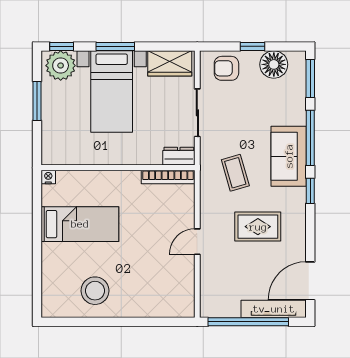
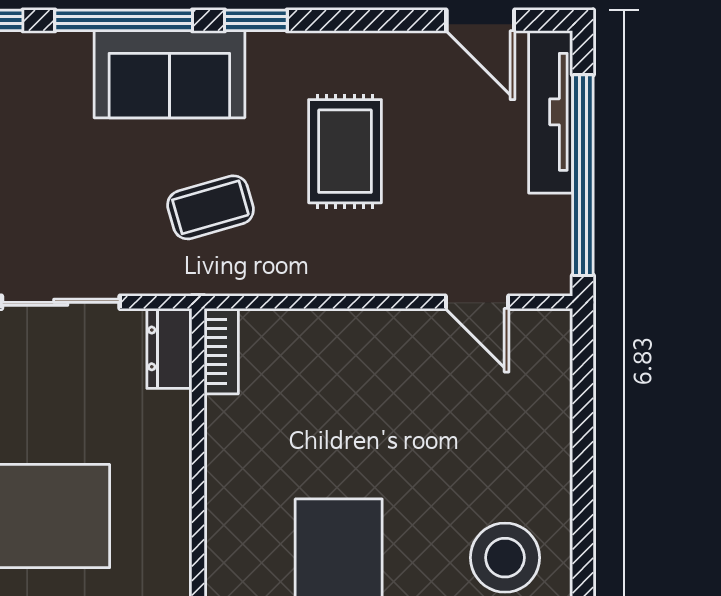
bookcase: (168, 177) -> (221, 351), width x0.64
door: (197, 242) -> (477, 302), moved
door: (310, 281) -> (480, 20), width x0.73

